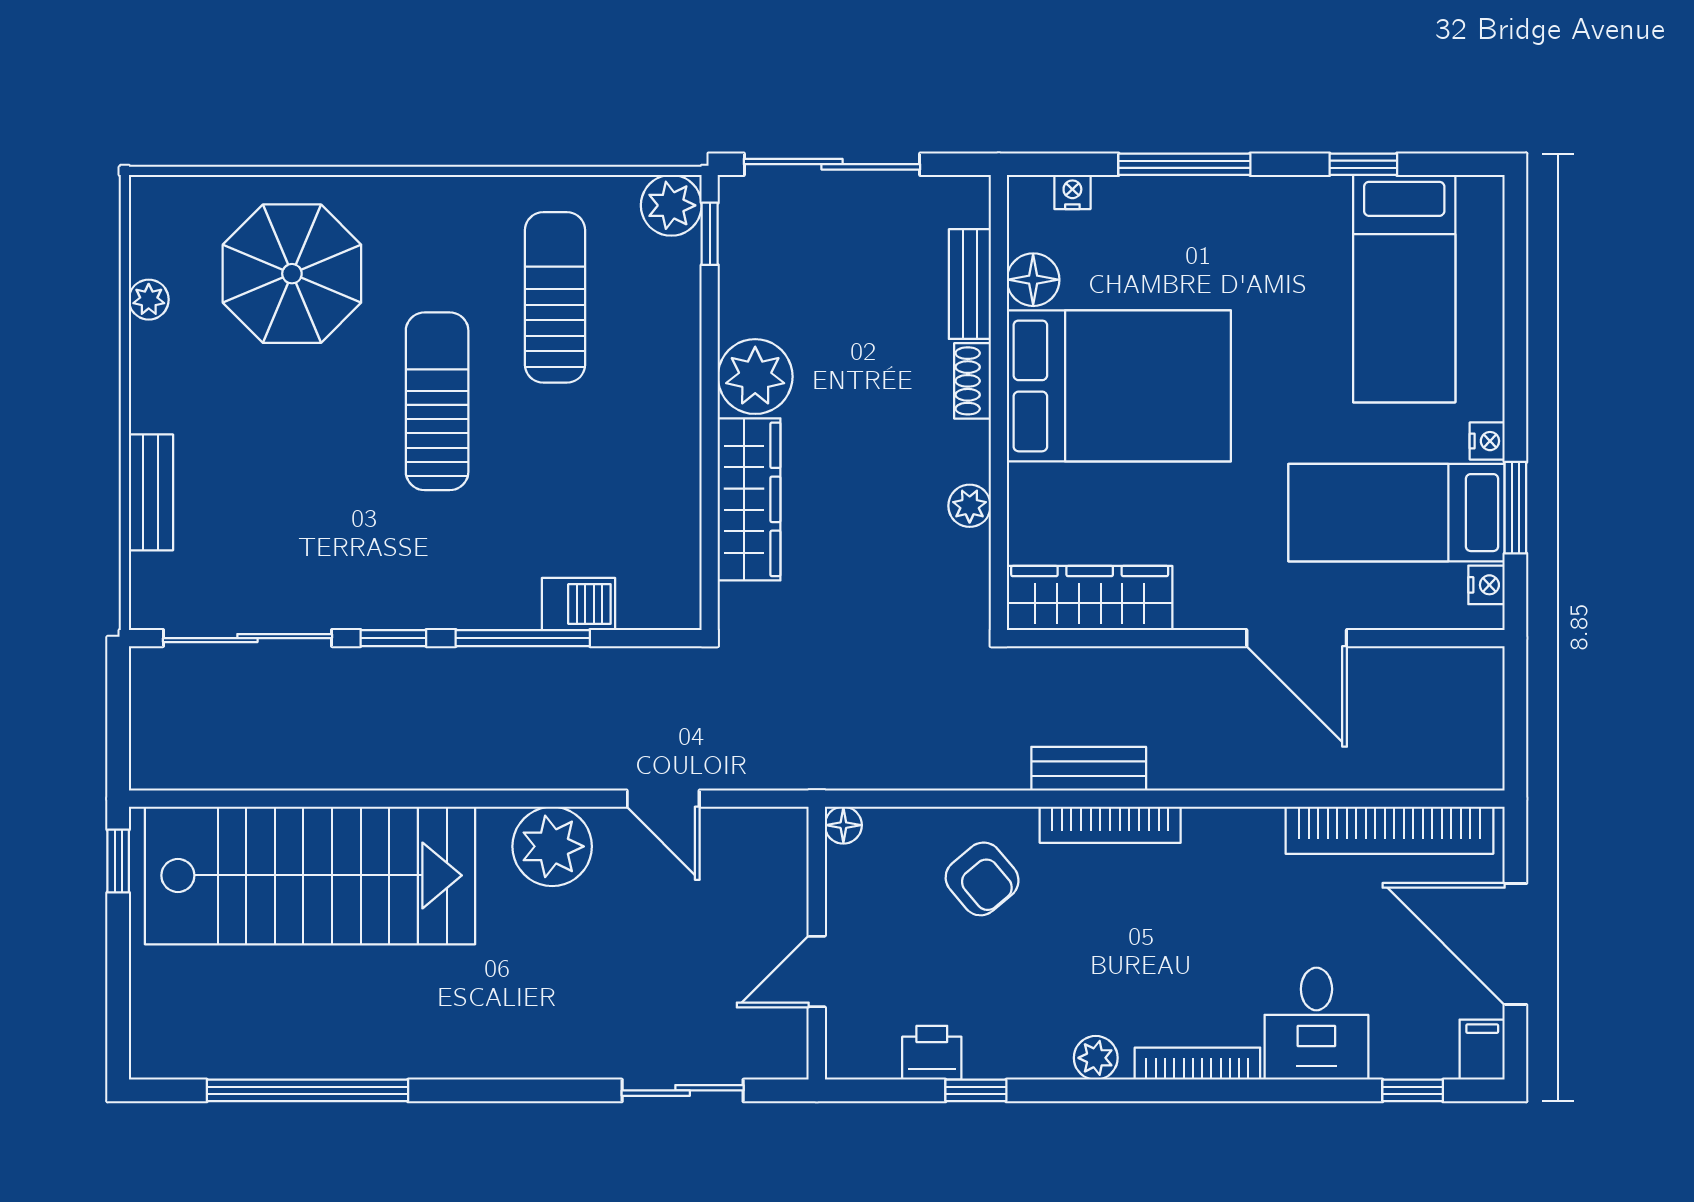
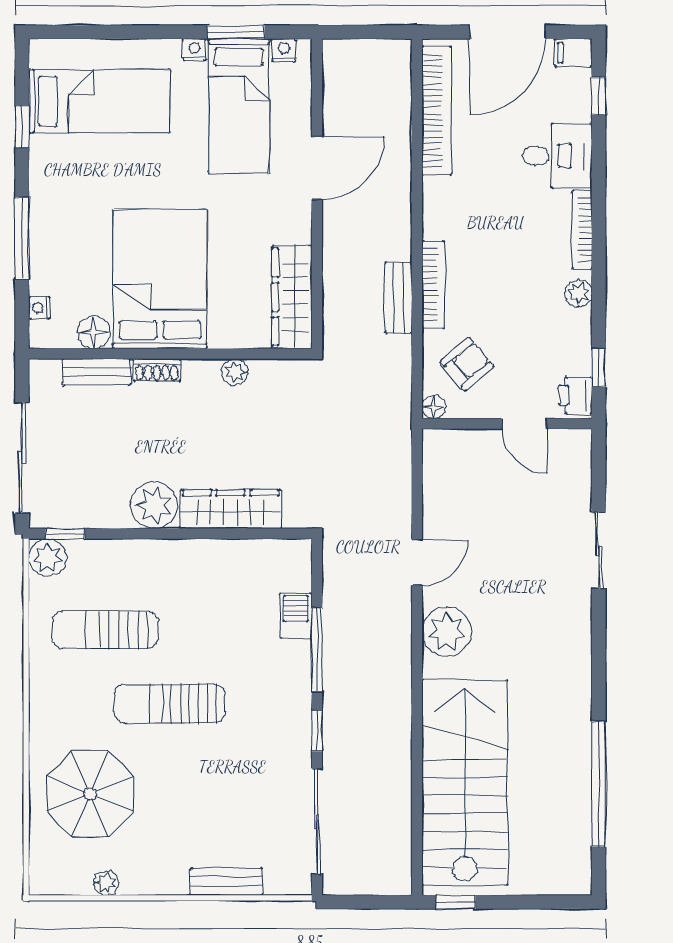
floor lamp: (843, 825) -> (434, 407), moved
wall: (817, 943) -> (507, 424), moved
door: (817, 971) -> (525, 424), moved

